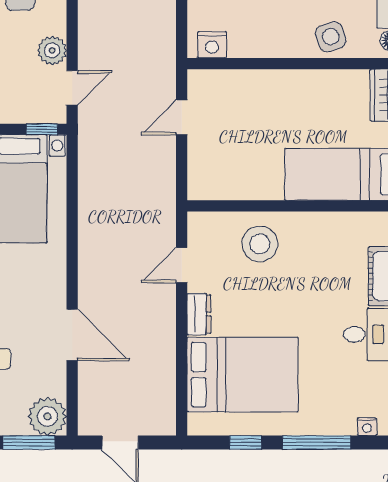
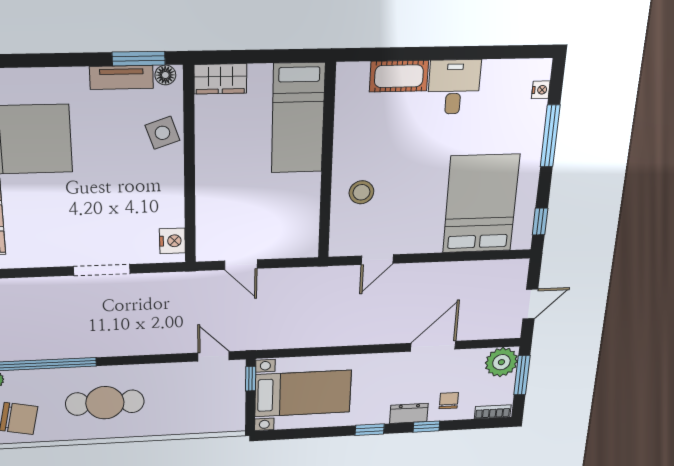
plant: (52, 50) -> (180, 374), removed
stool: (260, 244) -> (361, 192), width x0.73, depth x0.73
door: (182, 265) -> (377, 260), hinge flipped
dresser: (199, 314) -> (423, 243), removed
window: (246, 442) -> (540, 222), moved

